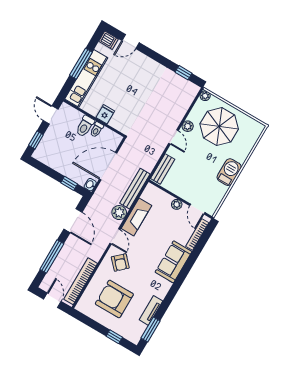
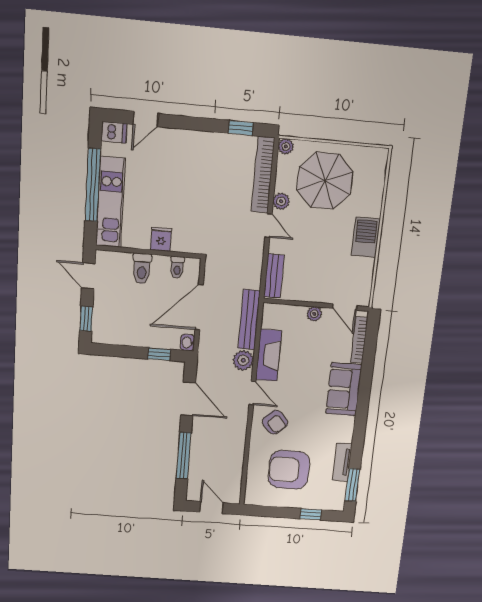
window: (81, 64) -> (93, 185), width x1.46
toilet: (97, 130) -> (177, 267), moved
bookcase: (81, 281) -> (263, 175), moved

